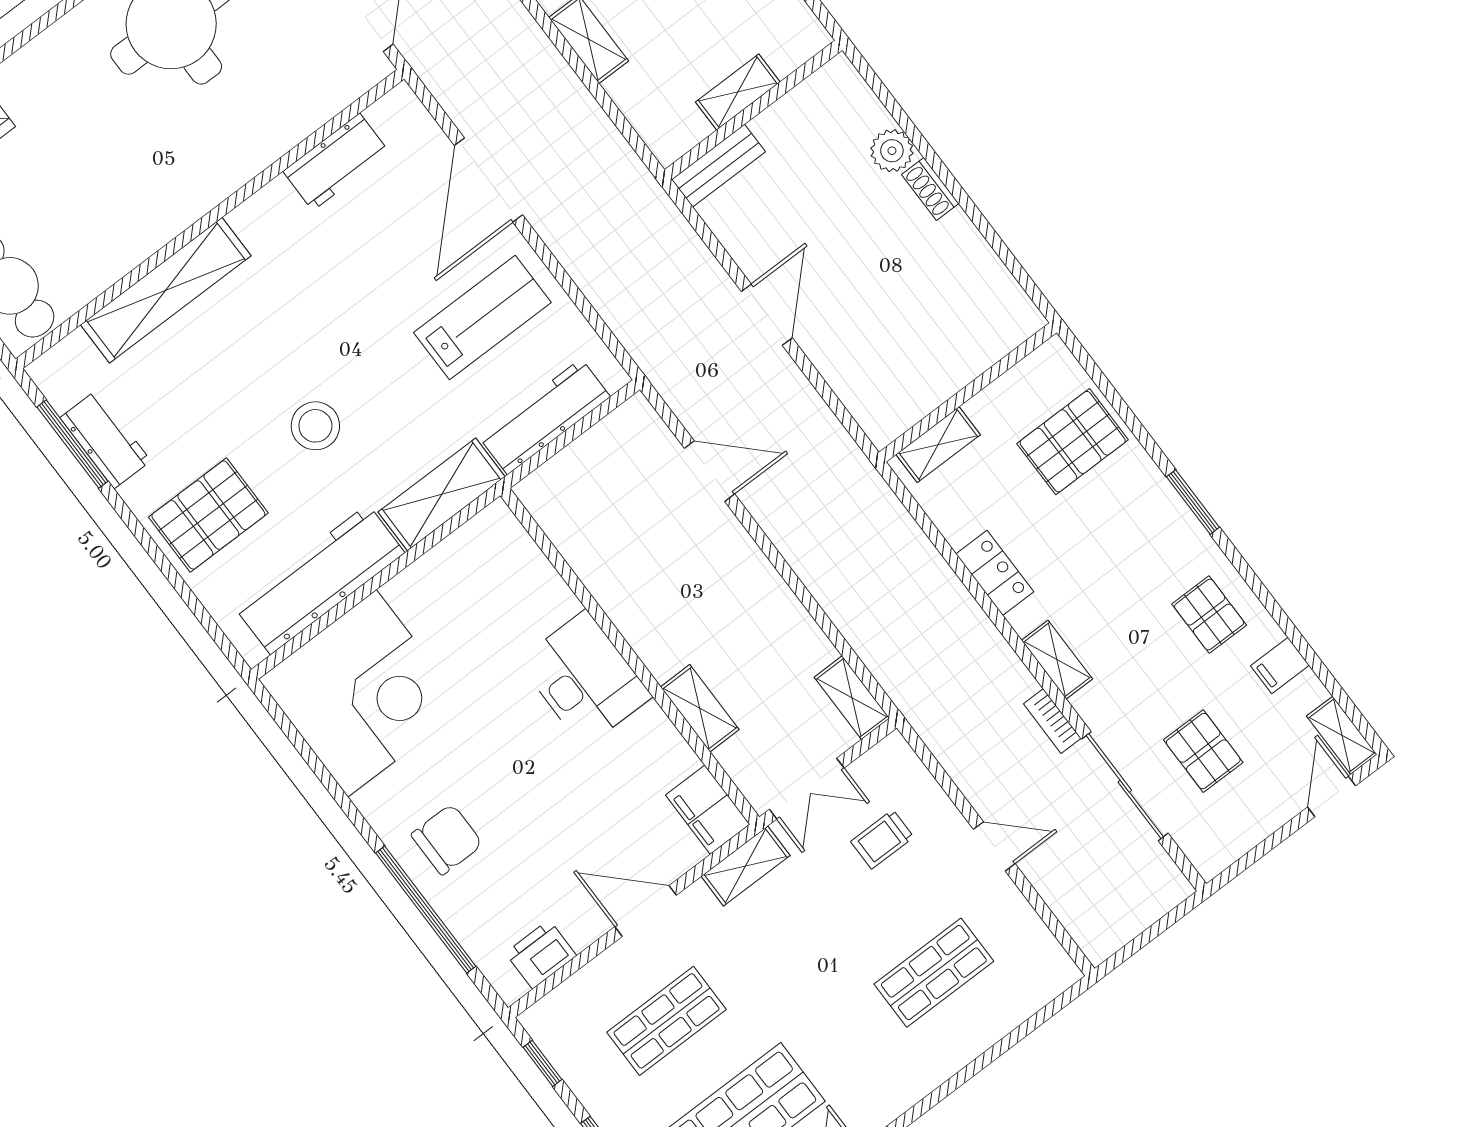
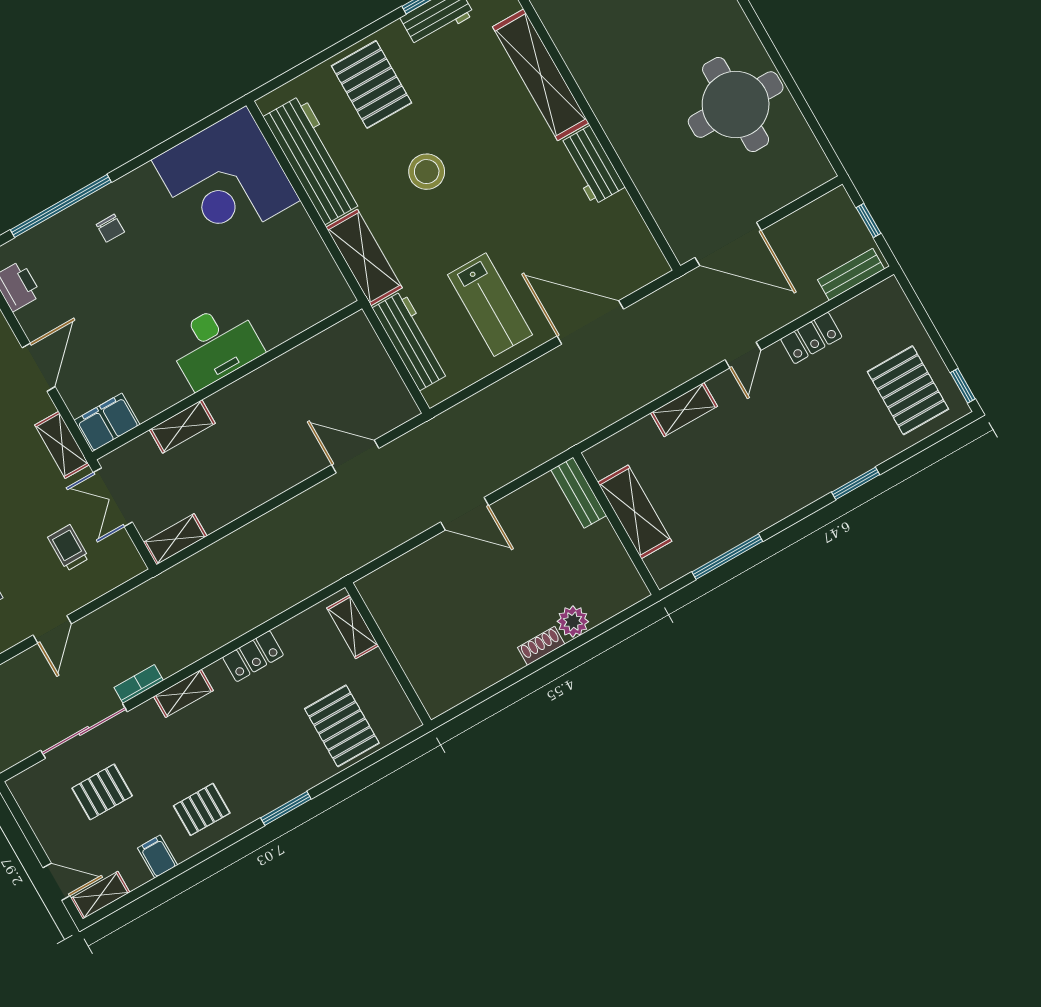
shelving: (738, 92) -> (635, 512), width x1.50, depth x1.33
workbench: (336, 162) -> (592, 165), moved
door: (709, 471) -> (355, 457), swing flipped
chair: (447, 839) -> (110, 228), width x0.54, depth x0.54

